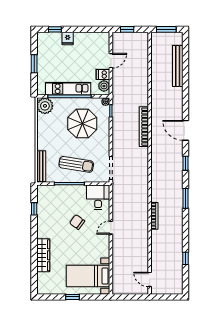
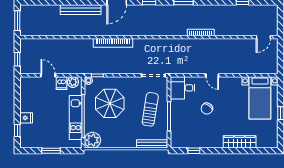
bench: (178, 66) -> (81, 10), moved

